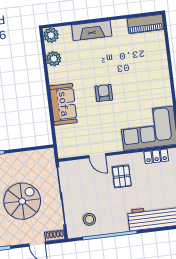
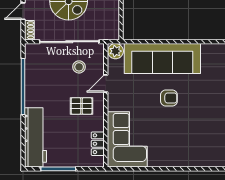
plant: (54, 59) -> (116, 51), moved
sofa: (63, 104) -> (162, 58), width x1.85, depth x1.27
stool: (89, 219) -> (79, 67), moved

